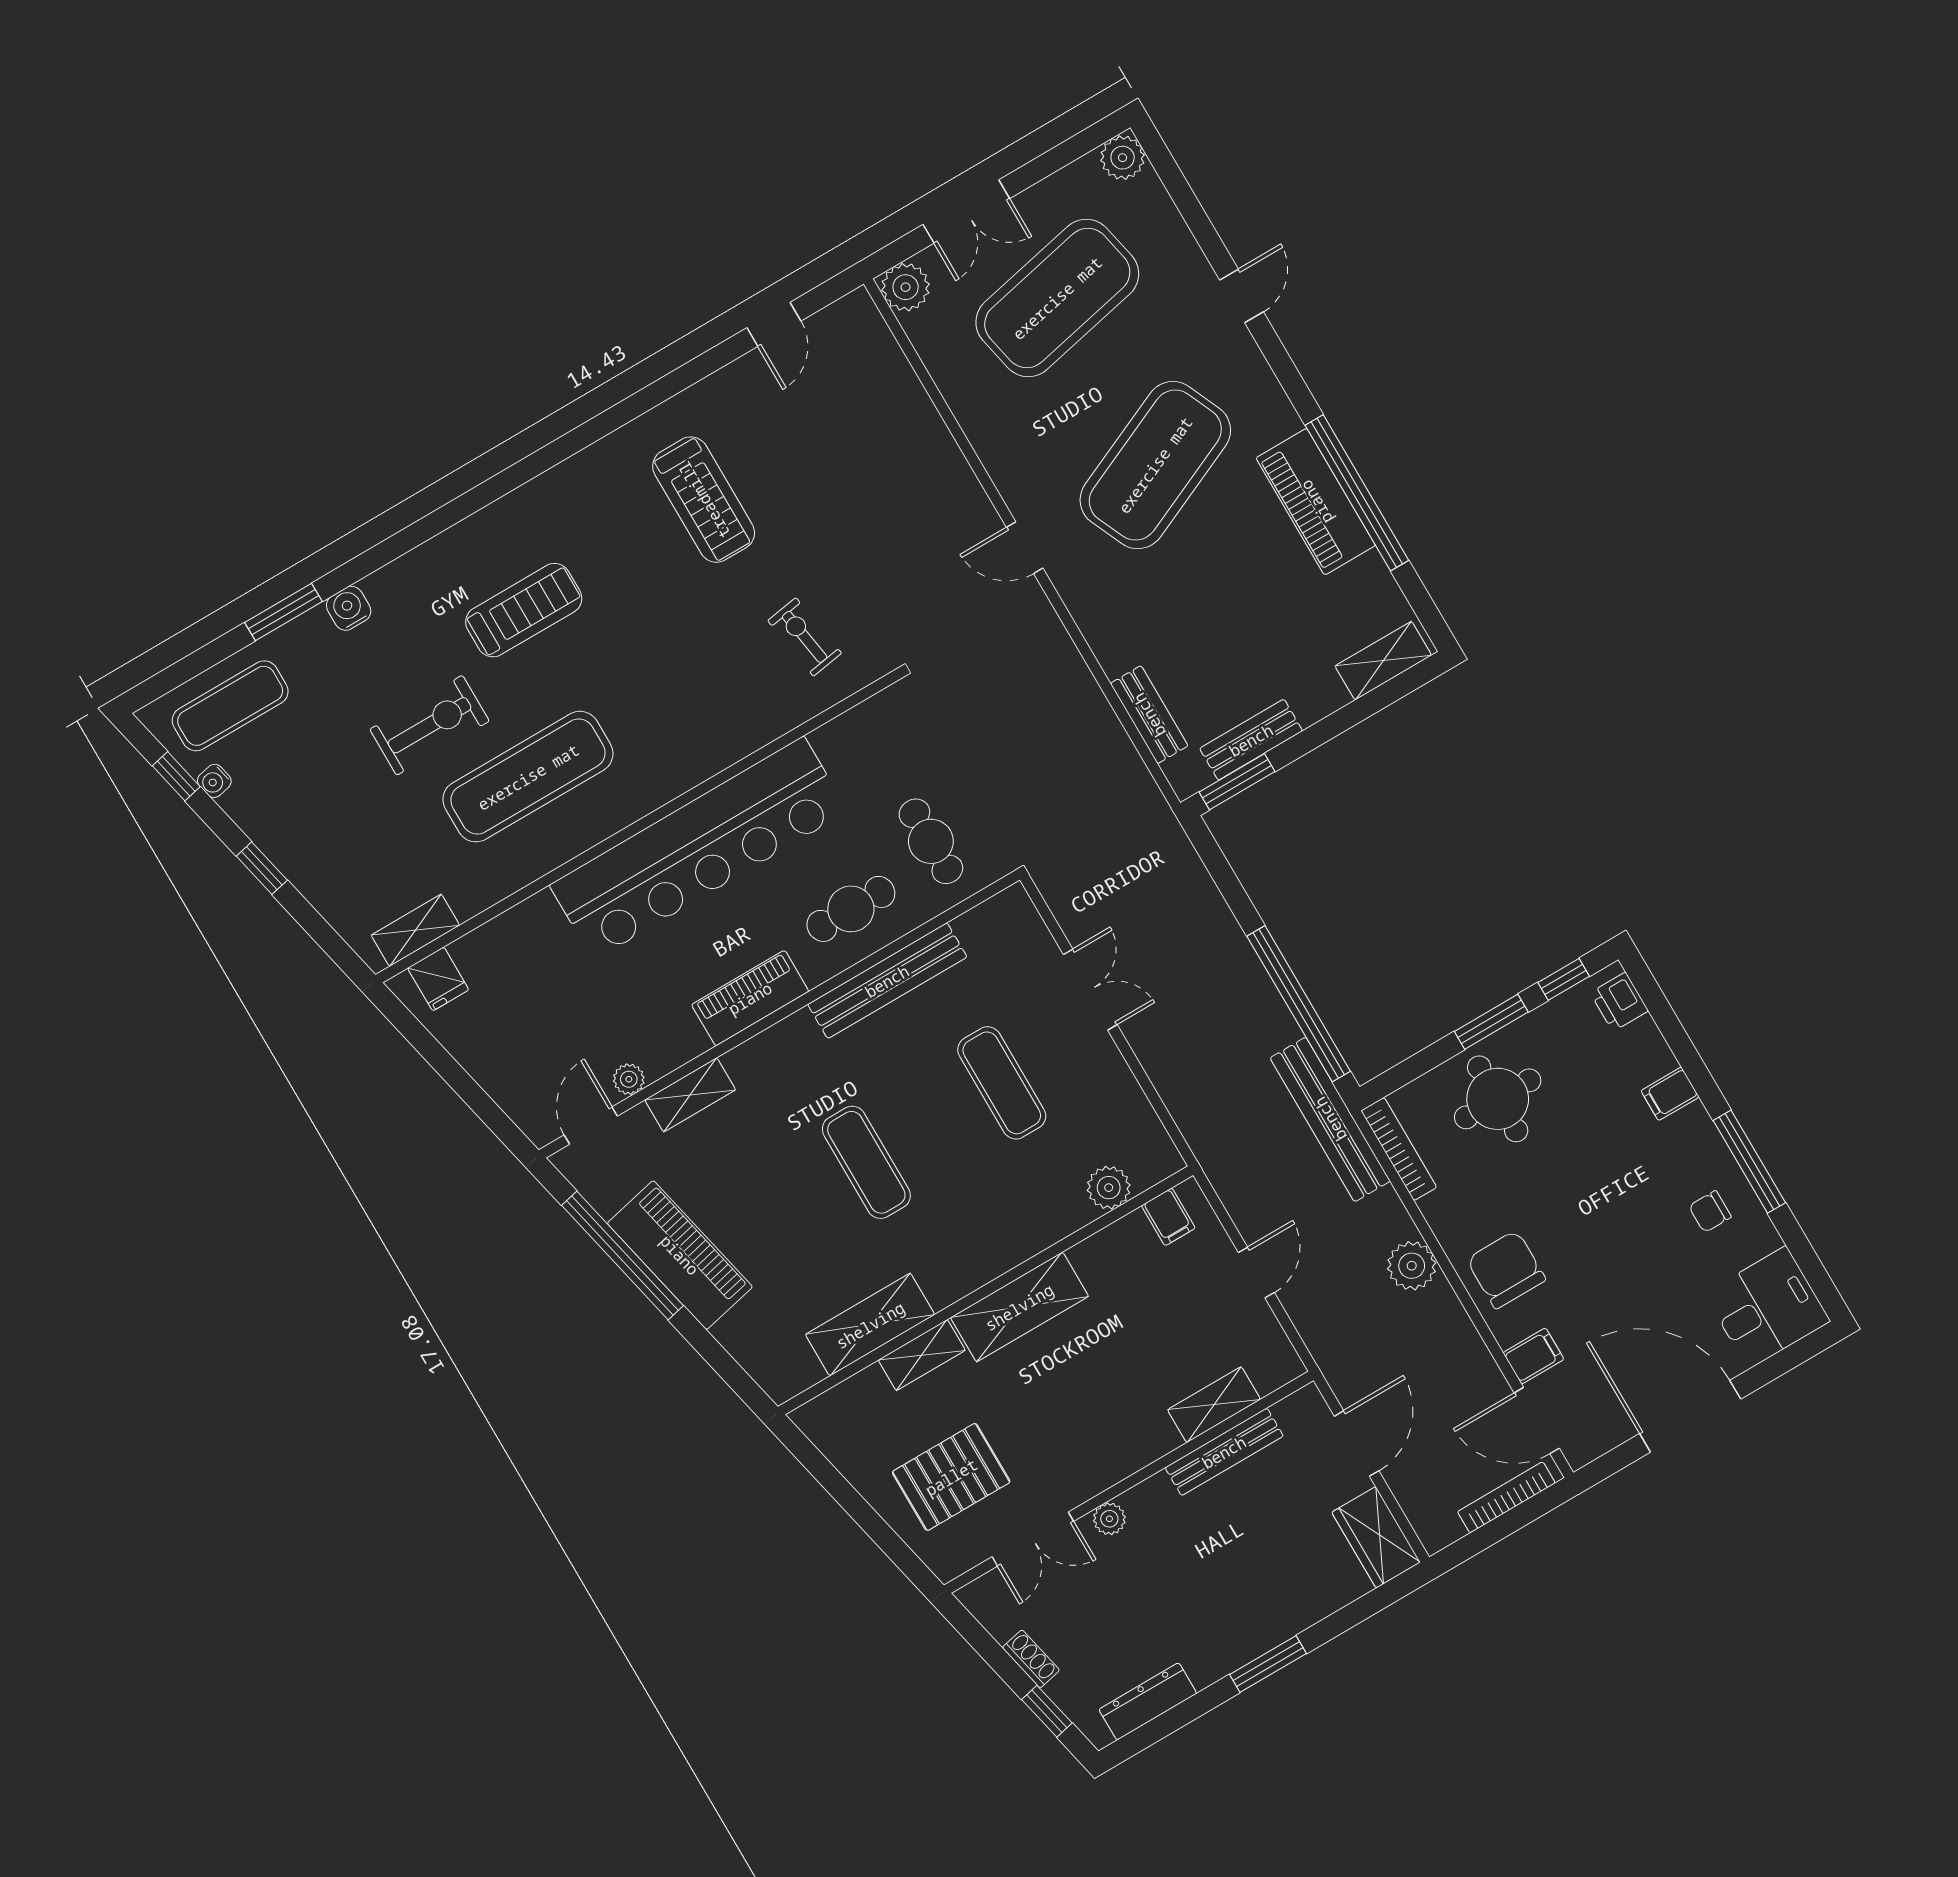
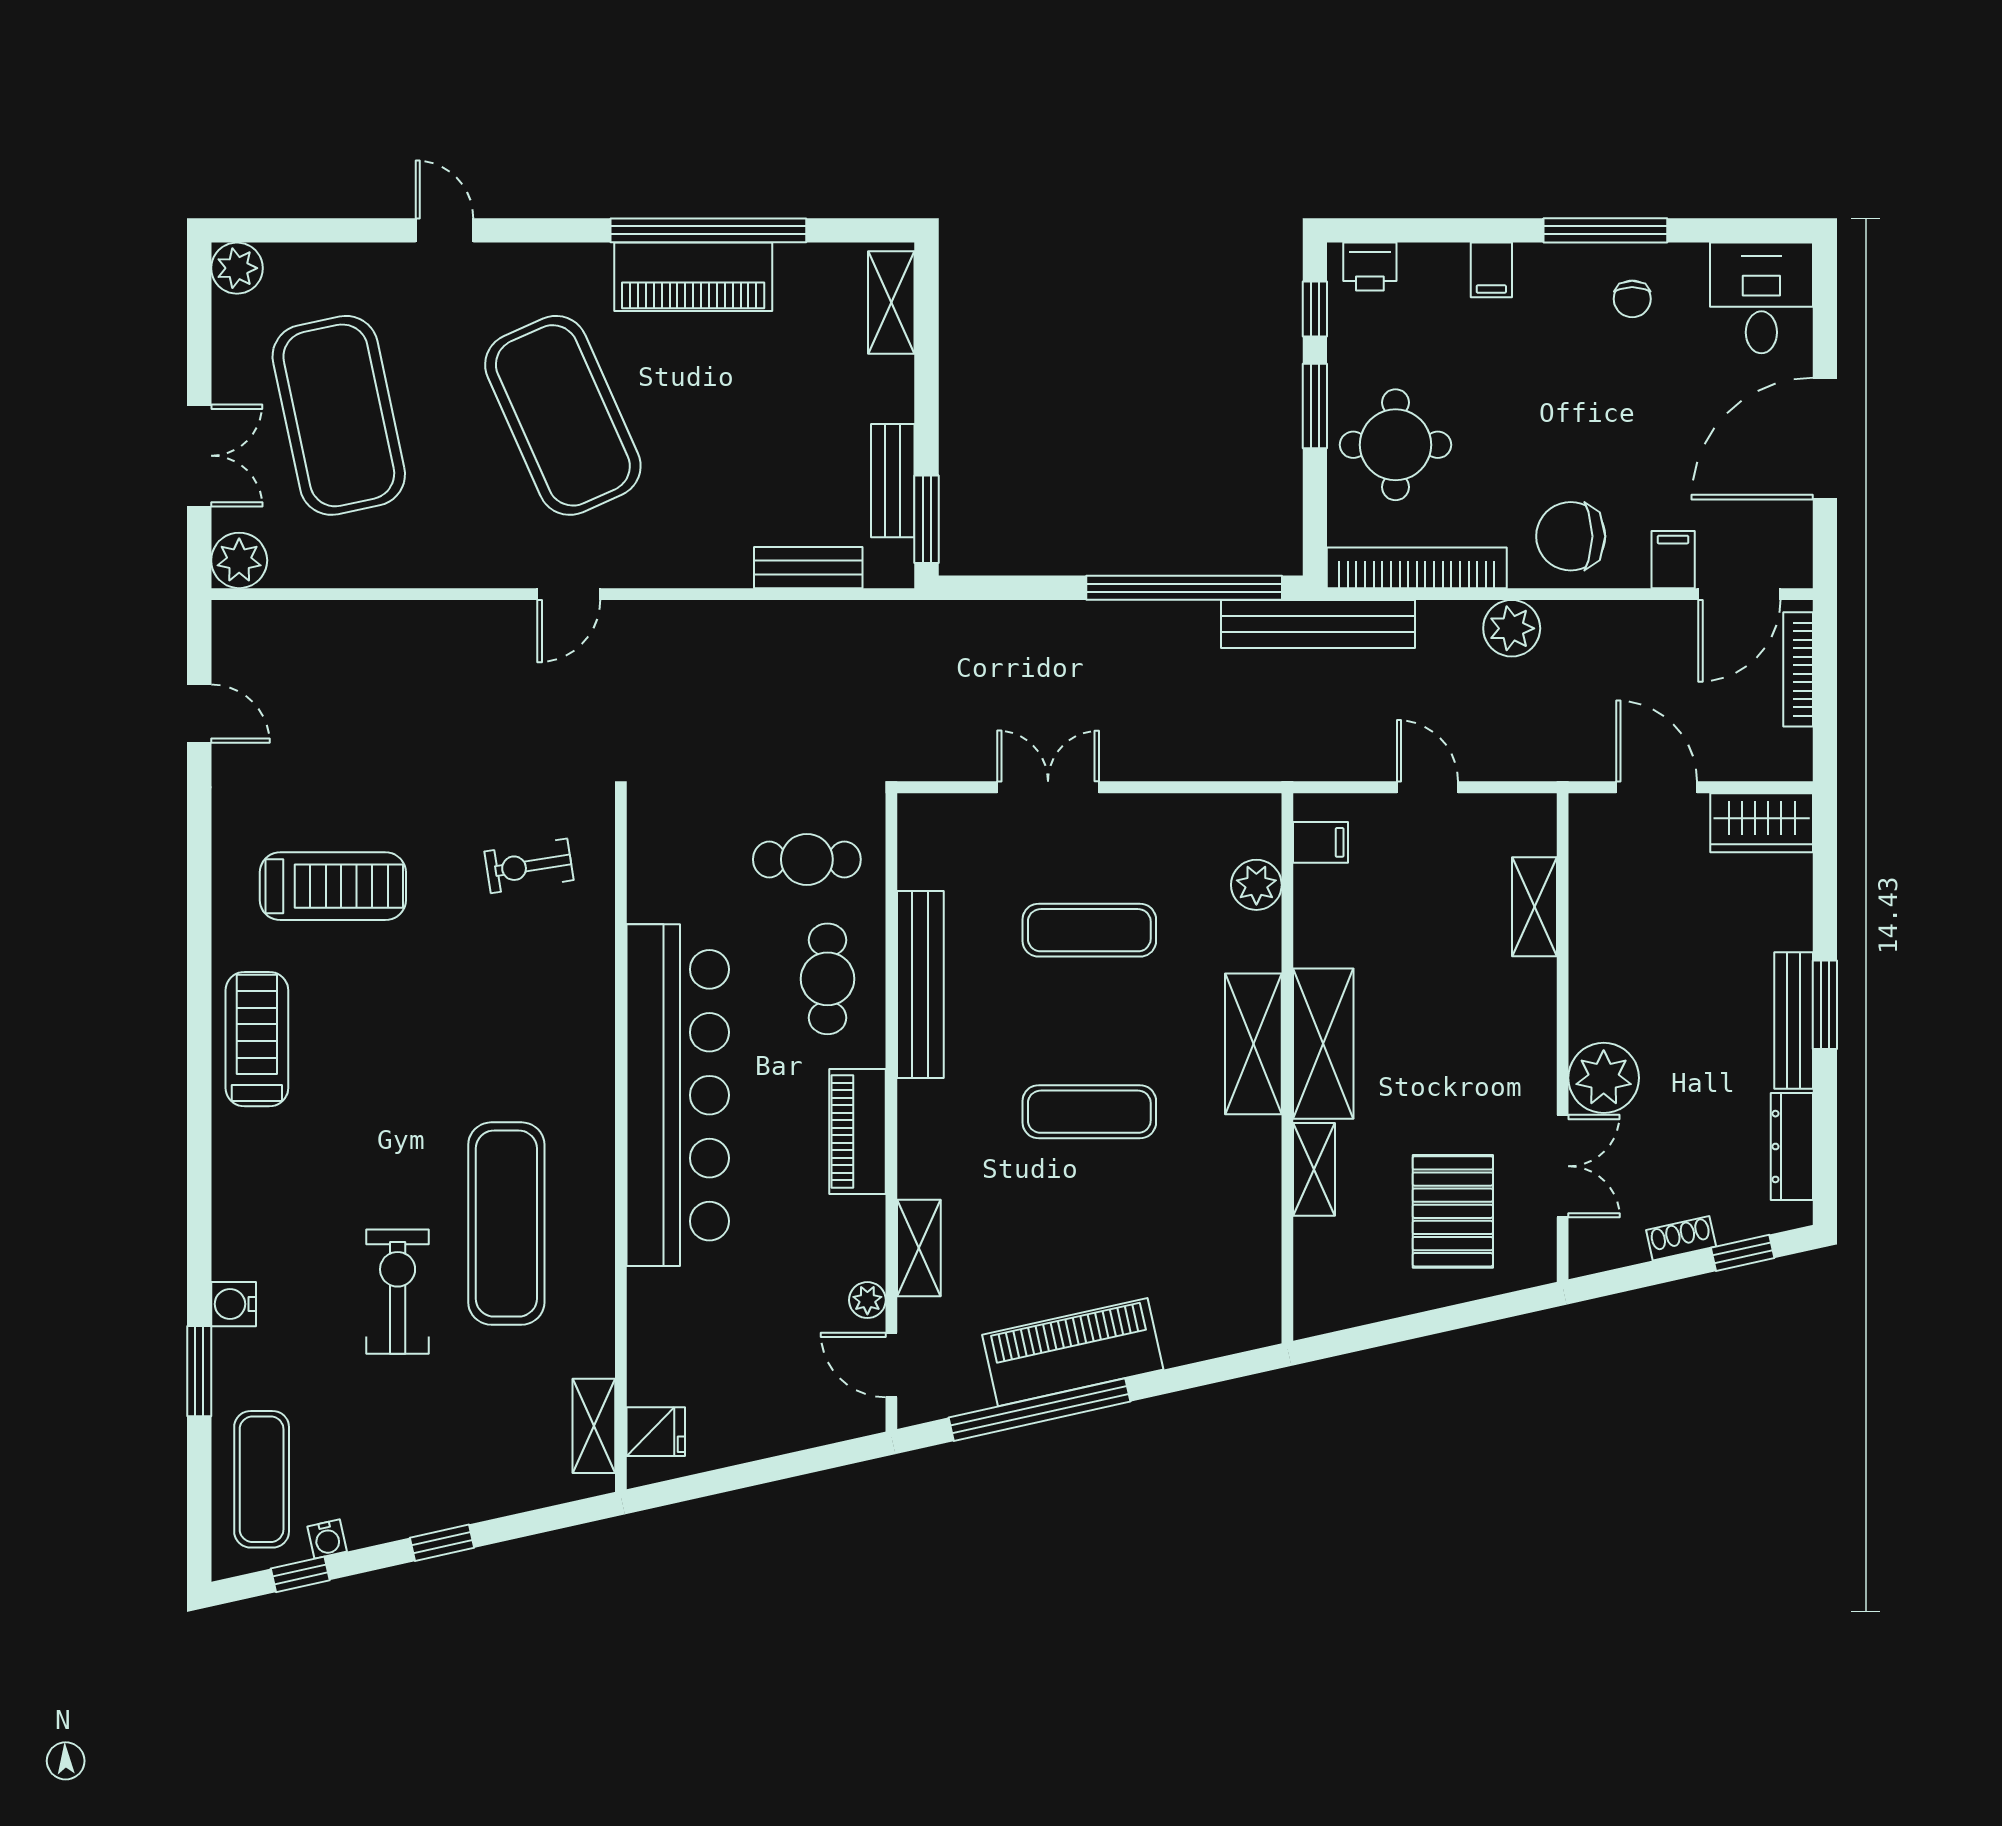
treadmill: (524, 610) -> (257, 1039), moved
bookcase: (1399, 1149) -> (1417, 568), width x1.48, depth x1.31
shelving: (870, 1325) -> (1253, 1044), moved
bench: (1224, 1452) -> (1794, 1021), moved
plant: (1109, 1519) -> (1604, 1078), width x1.87, depth x1.87

